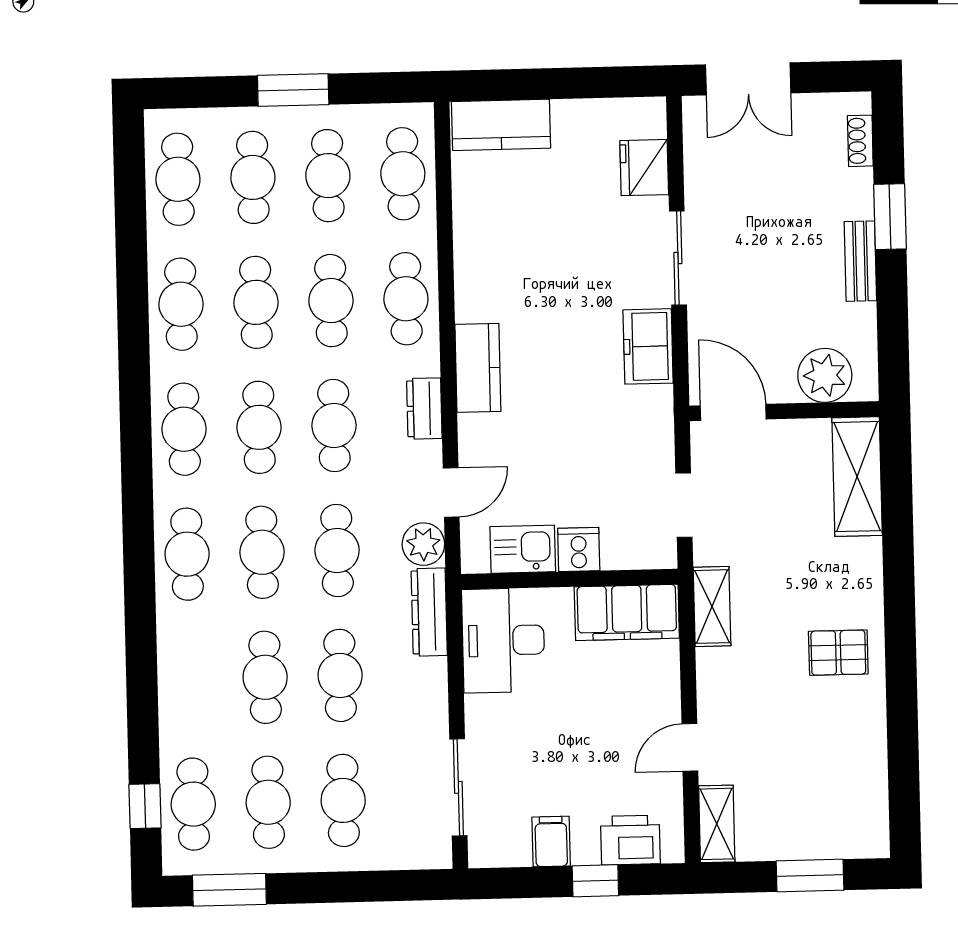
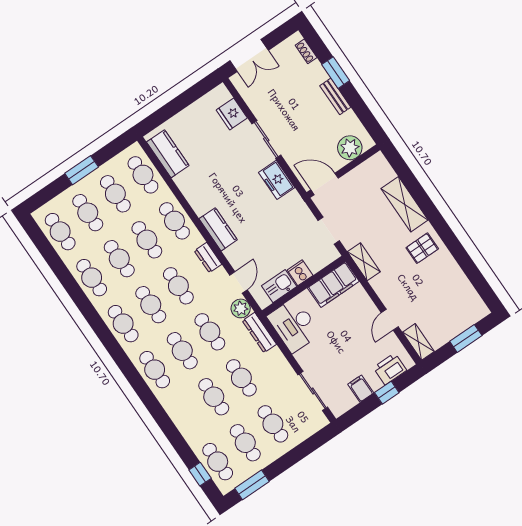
kitchen counter: (501, 125) -> (168, 154), moved, turned -90
shelving: (857, 477) -> (405, 204), moved

